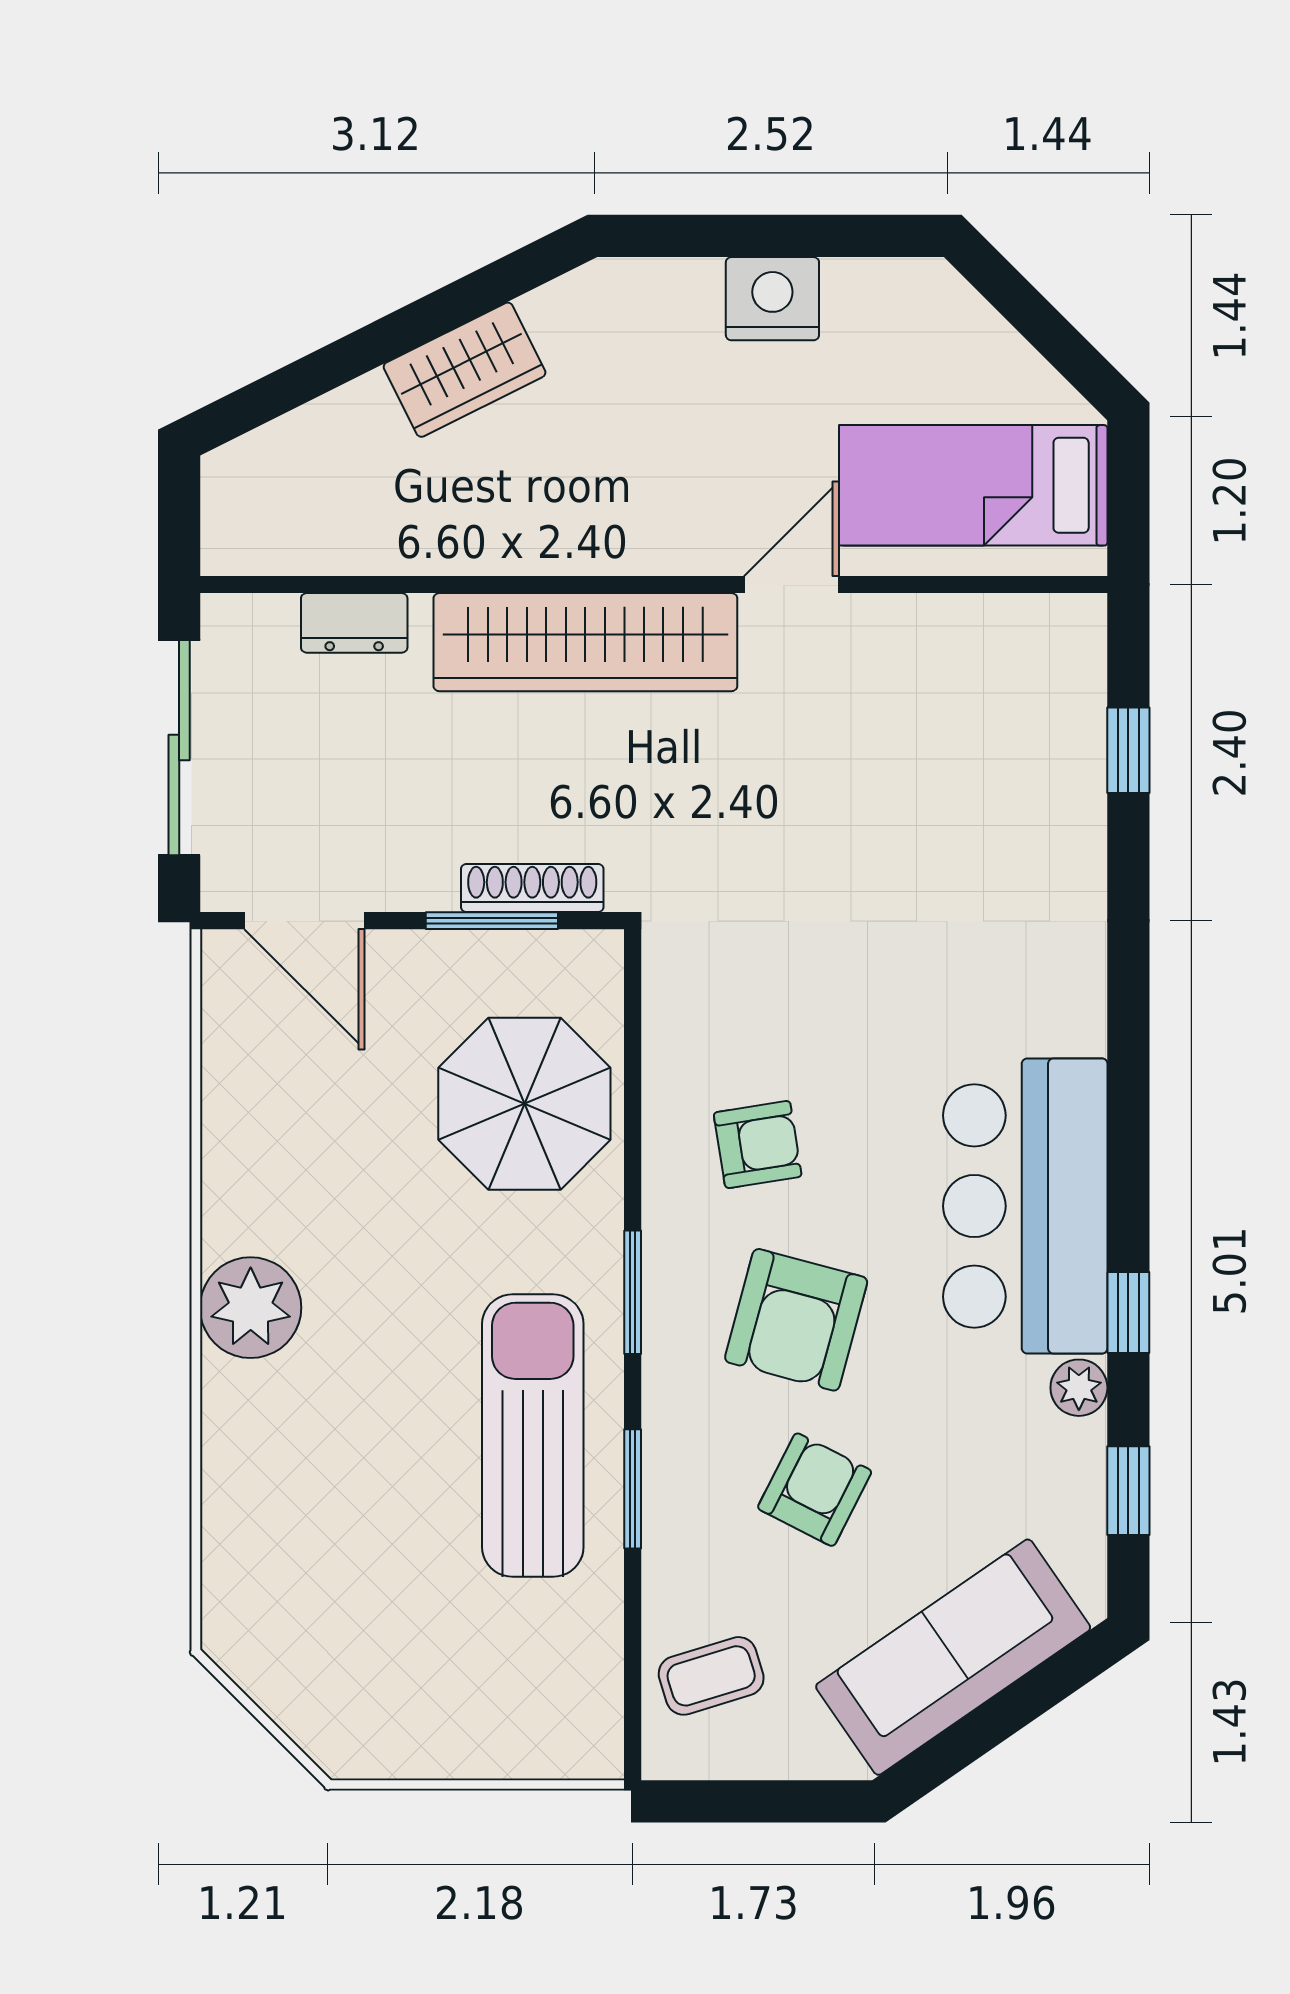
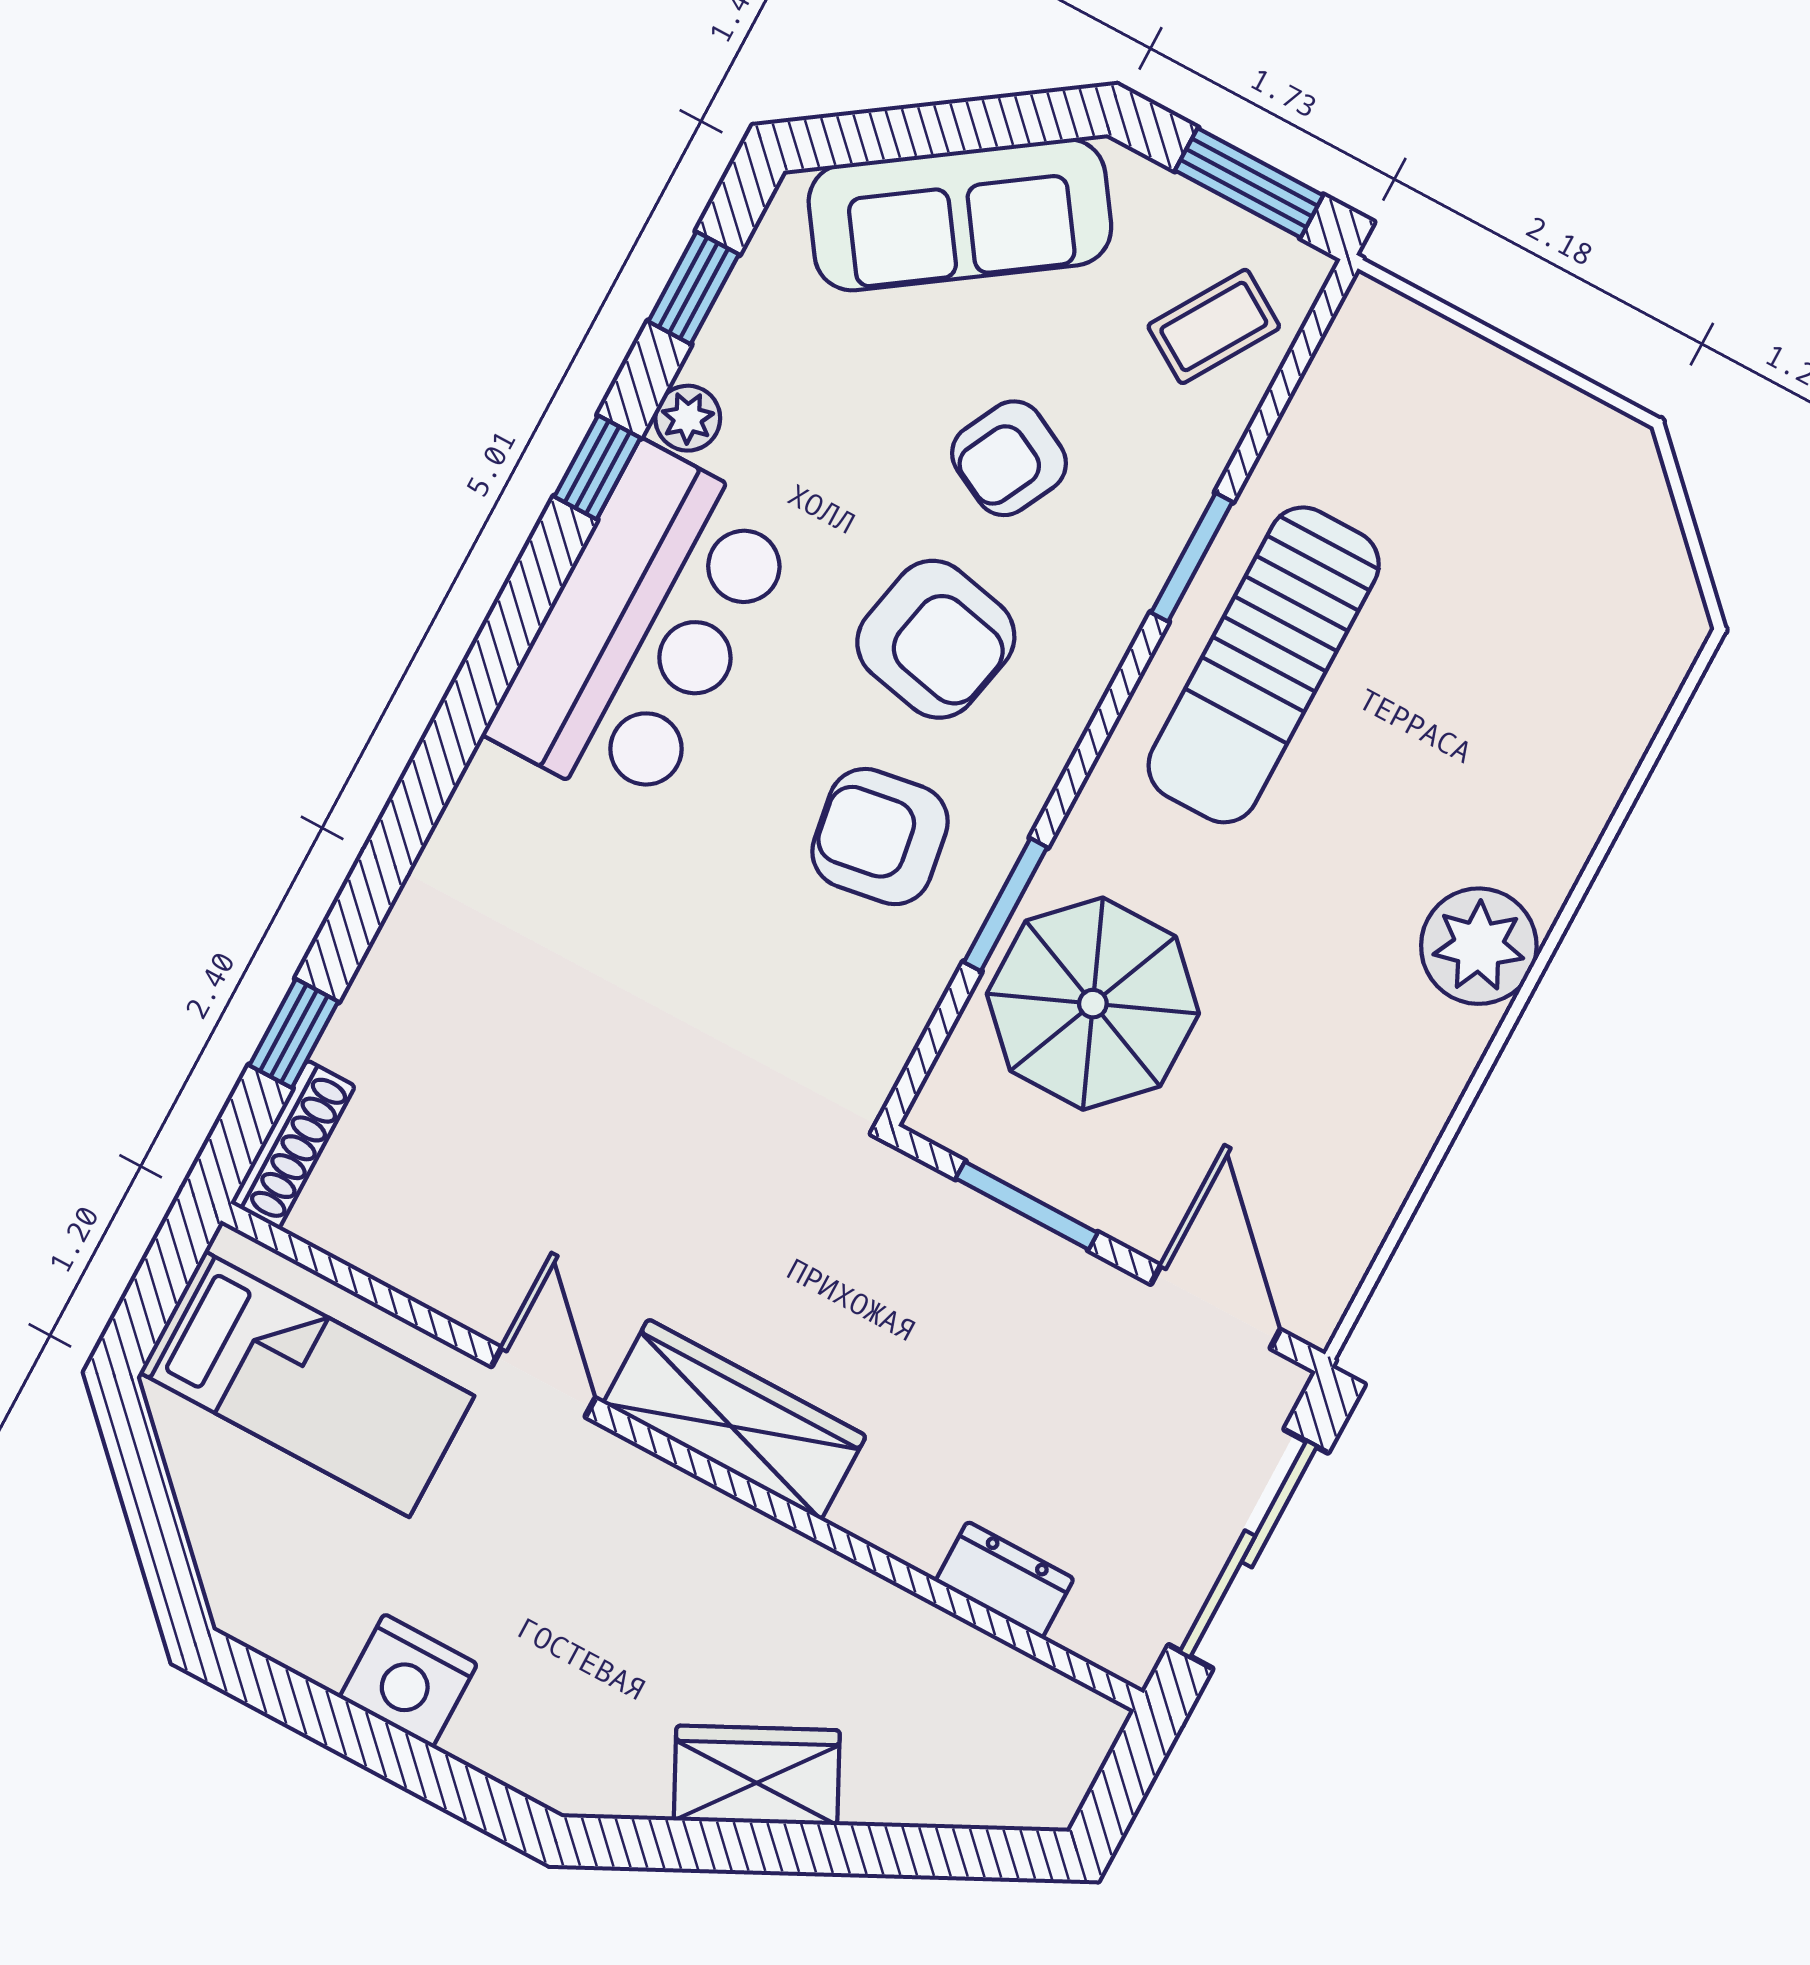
door: (791, 585) -> (543, 1382), swing flipped
wardrobe: (585, 642) -> (735, 1419), width x0.71, depth x0.85
shoe rack: (532, 888) -> (293, 1145), moved, turned -90
armchair: (758, 1145) -> (880, 837), width x1.38, depth x1.38
window: (633, 1292) -> (1006, 905), moved
armchair: (796, 1320) -> (936, 639), turned 87
coffee table: (711, 1676) -> (1214, 326), turned -41
window: (743, 1801) -> (1249, 183), added

